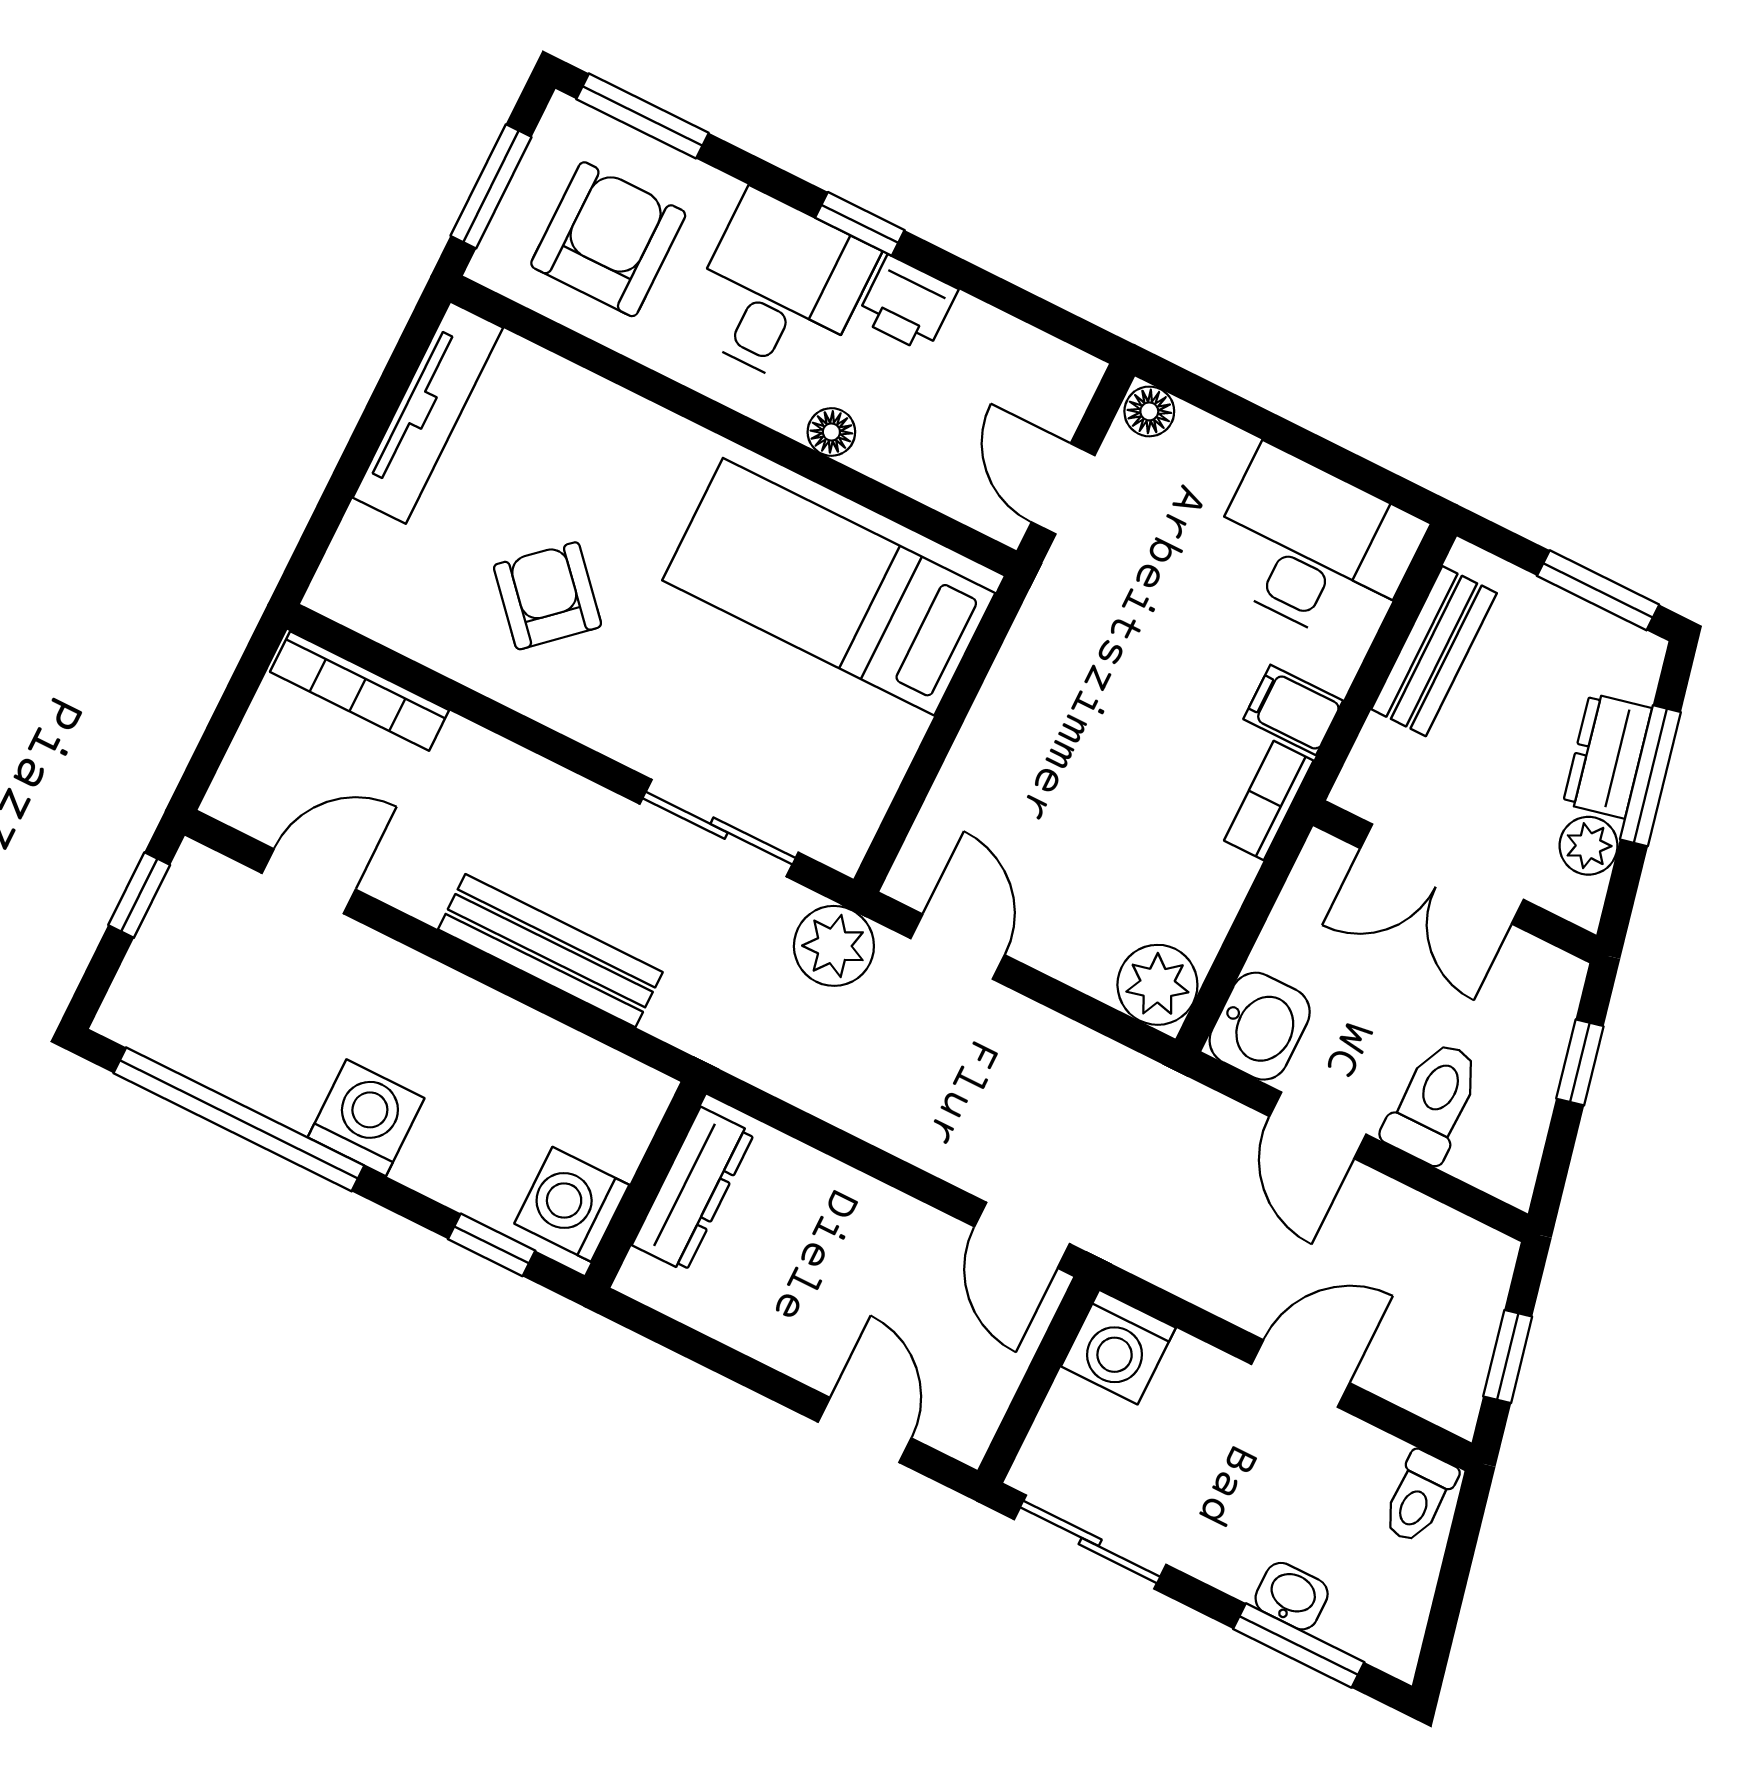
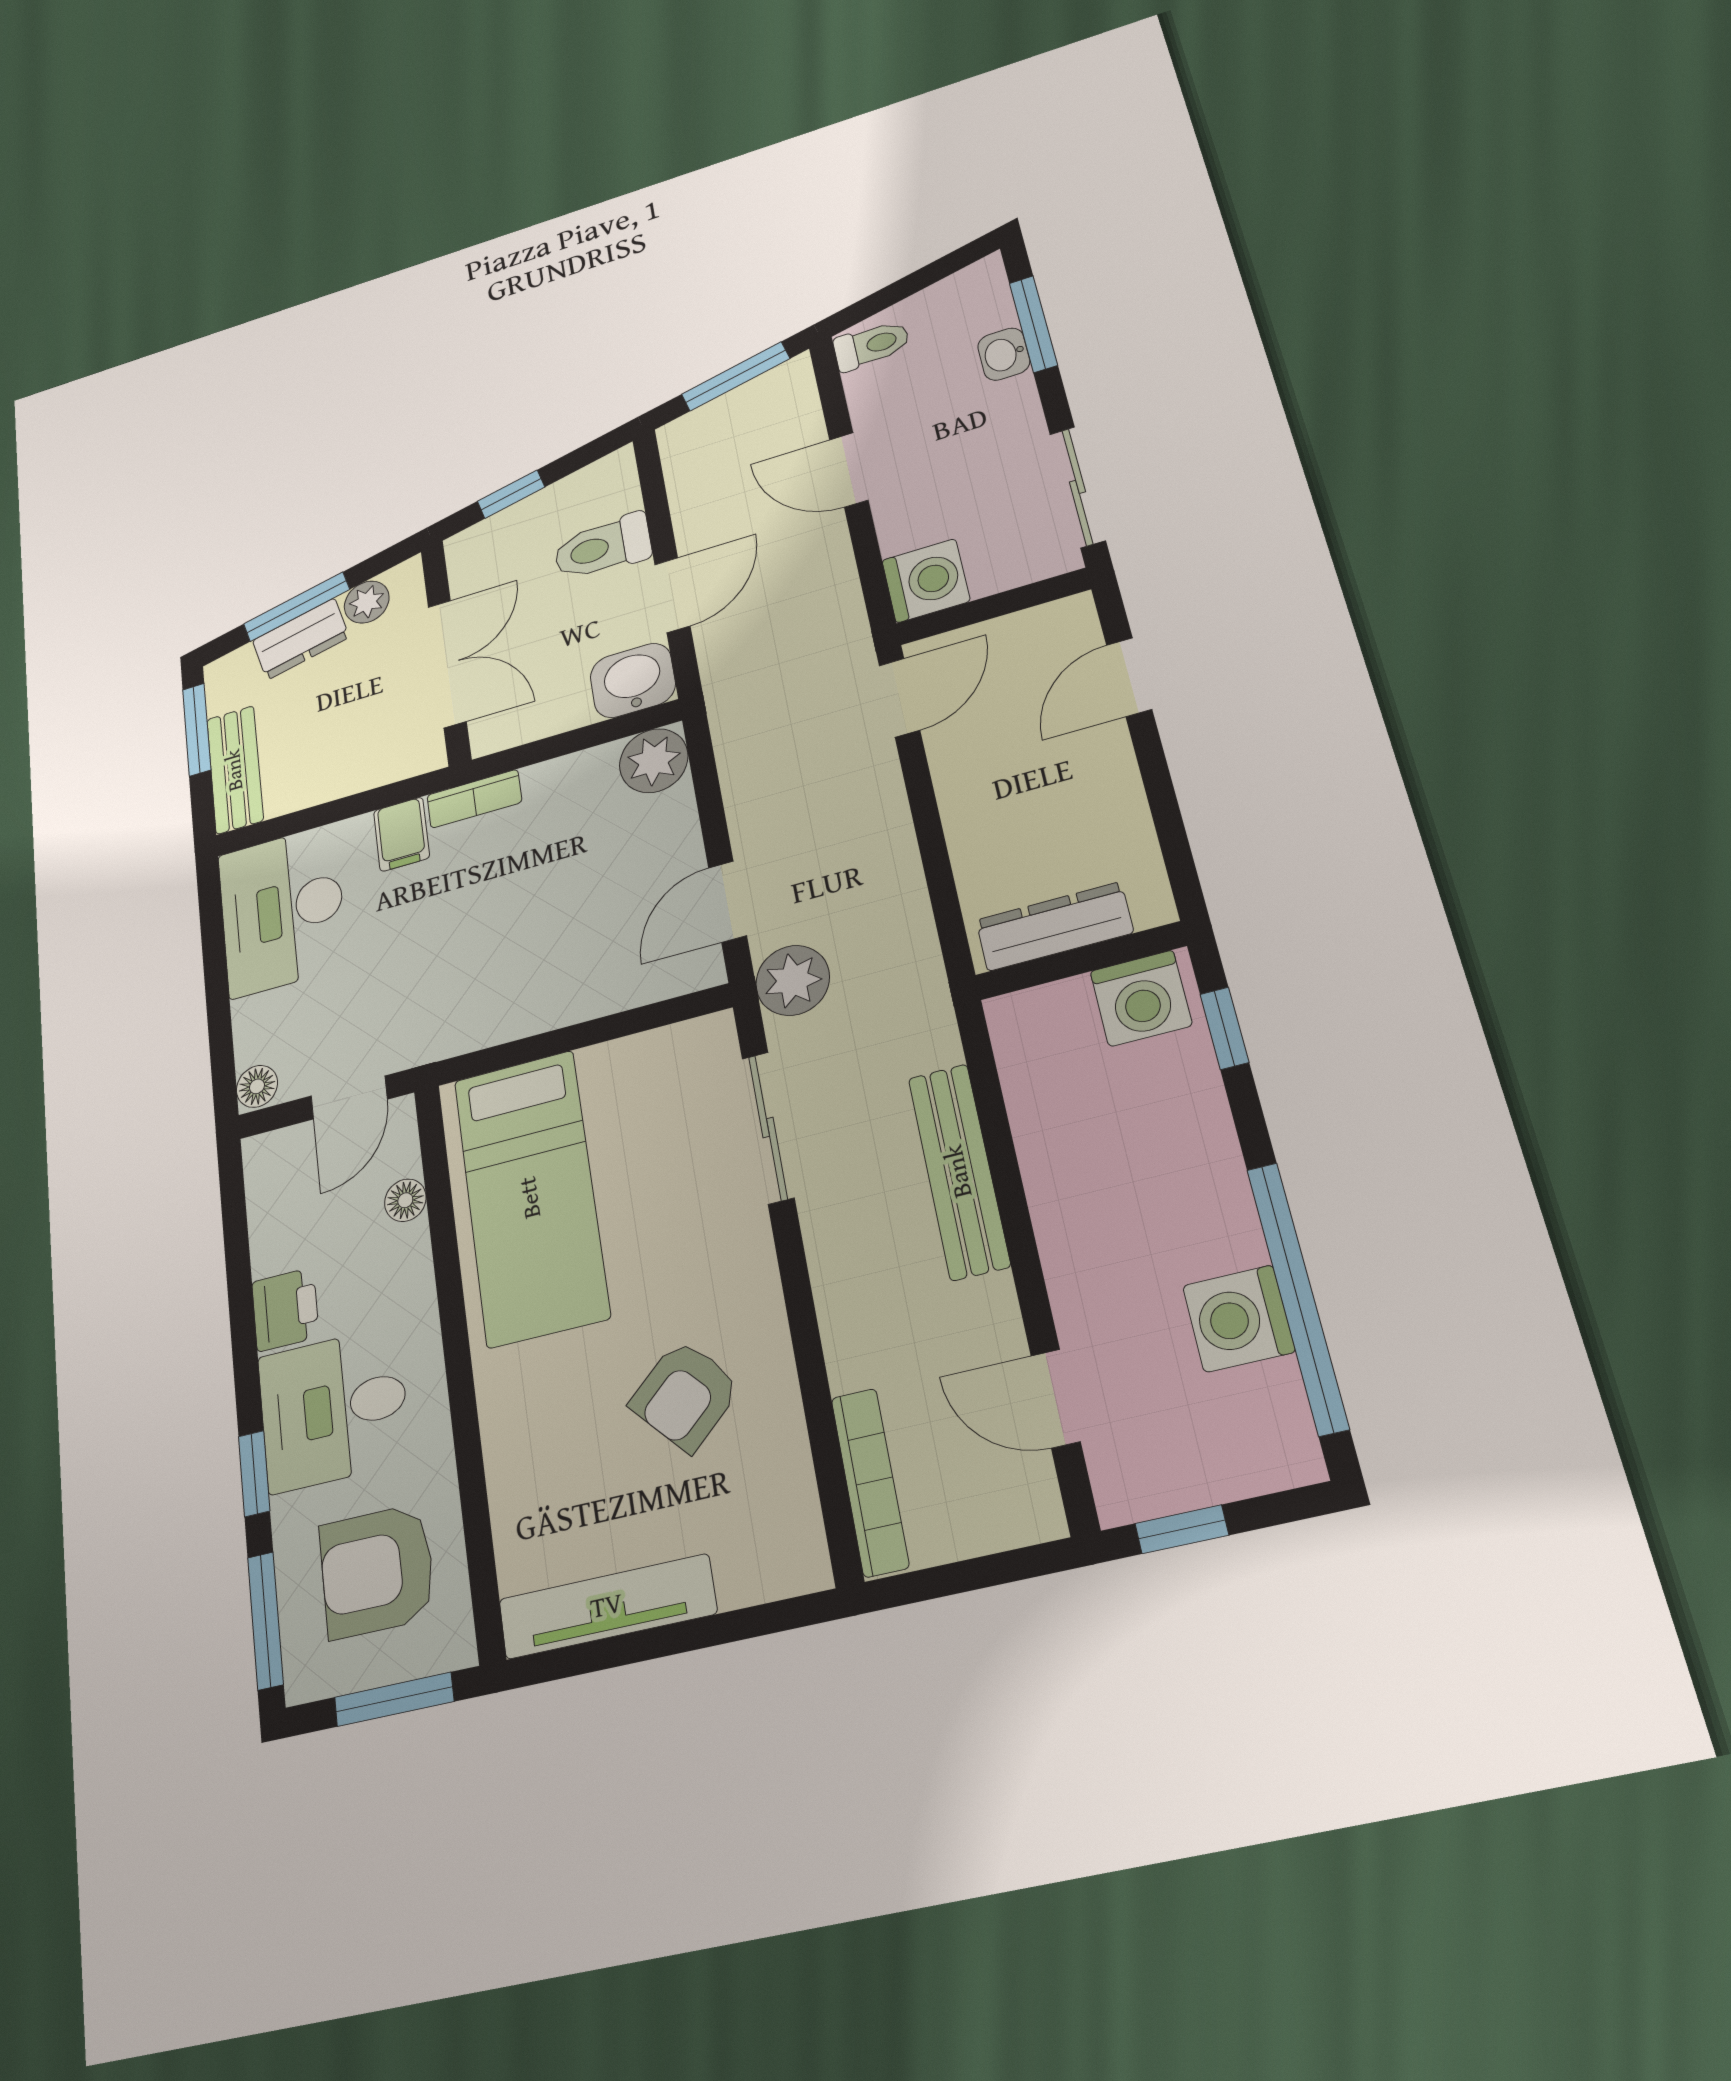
window: (860, 224) -> (254, 1474), moved
floor lamp: (831, 432) -> (405, 1200), moved
bench: (1434, 651) -> (235, 770), moved, turned 90
washing machine: (366, 1118) -> (1239, 1319), moved
window: (1508, 1357) -> (736, 376), width x1.50

